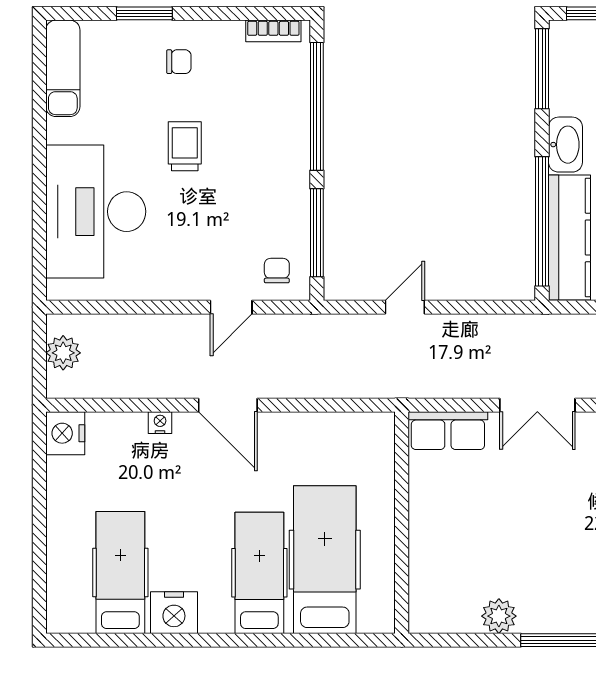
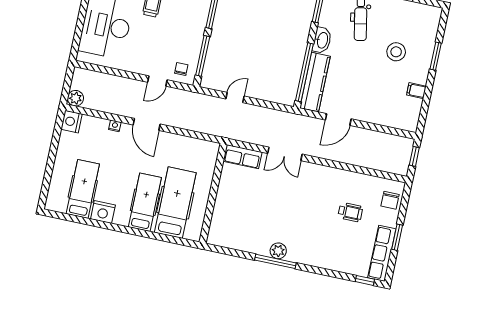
plant: (63, 353) -> (75, 98), moved
plant: (499, 616) -> (278, 251), moved

